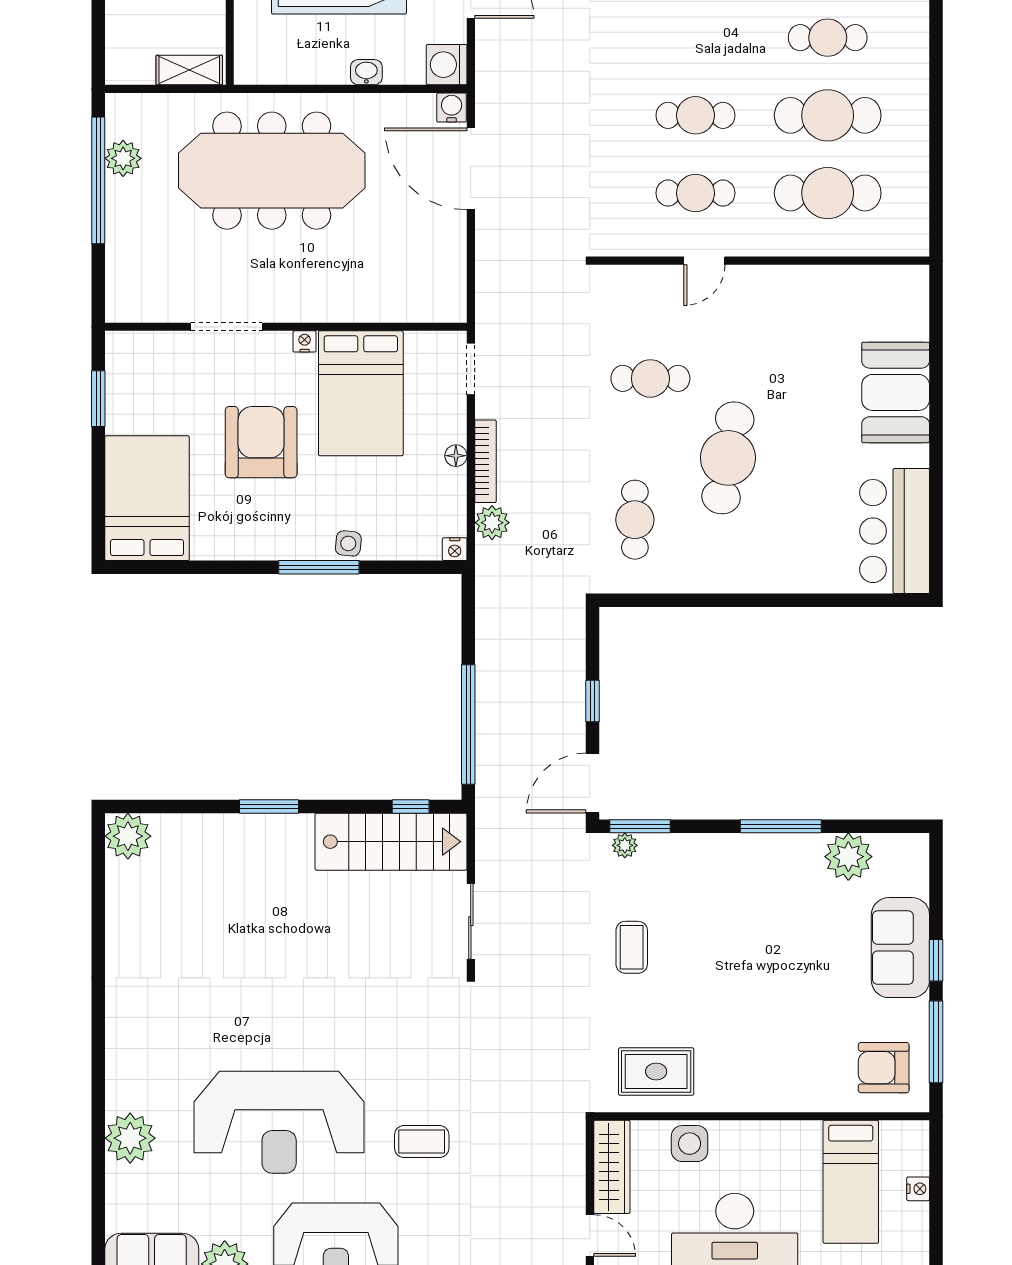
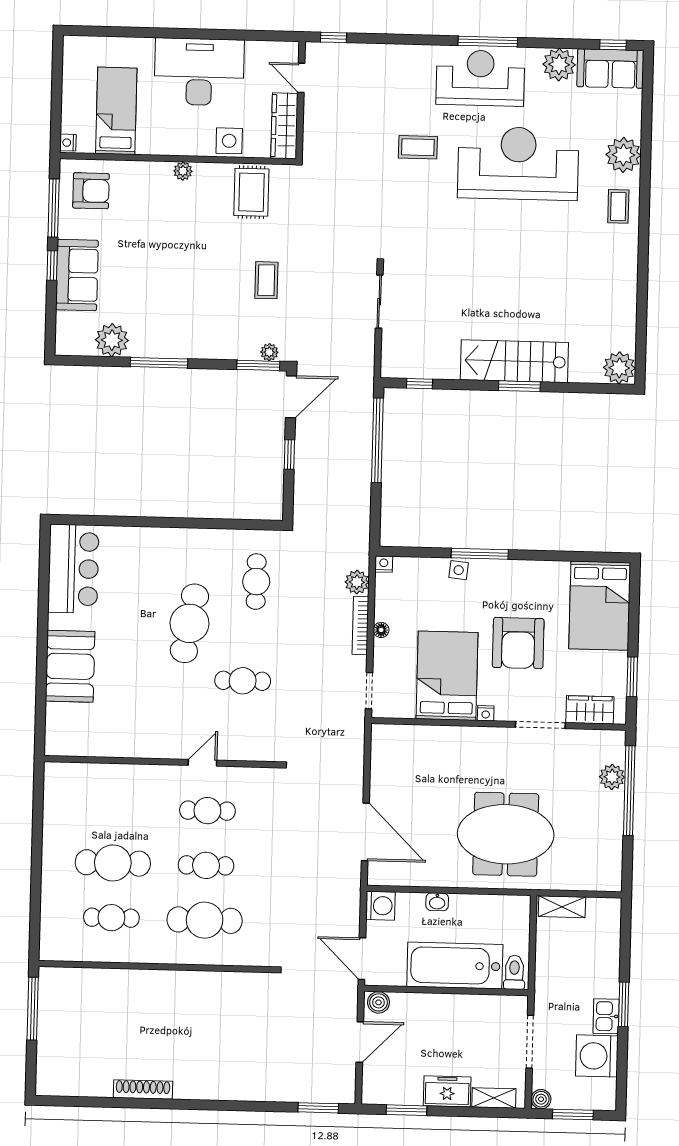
water cooler: (452, 108) -> (378, 875), removed
plant: (123, 158) -> (612, 777), moved
meeting table: (272, 171) -> (506, 834), width x0.73
window: (98, 180) -> (629, 791), moved
cafe table: (828, 193) -> (205, 920), moved
wardrobe: (157, 350) -> (590, 710), added
stairs: (391, 842) -> (514, 361), moved
coffee table: (135, 1065) -> (618, 206), added
rug: (656, 1072) -> (251, 192), turned 90
plant: (754, 1099) -> (183, 171), added
nightstand: (918, 1189) -> (68, 143), moved

